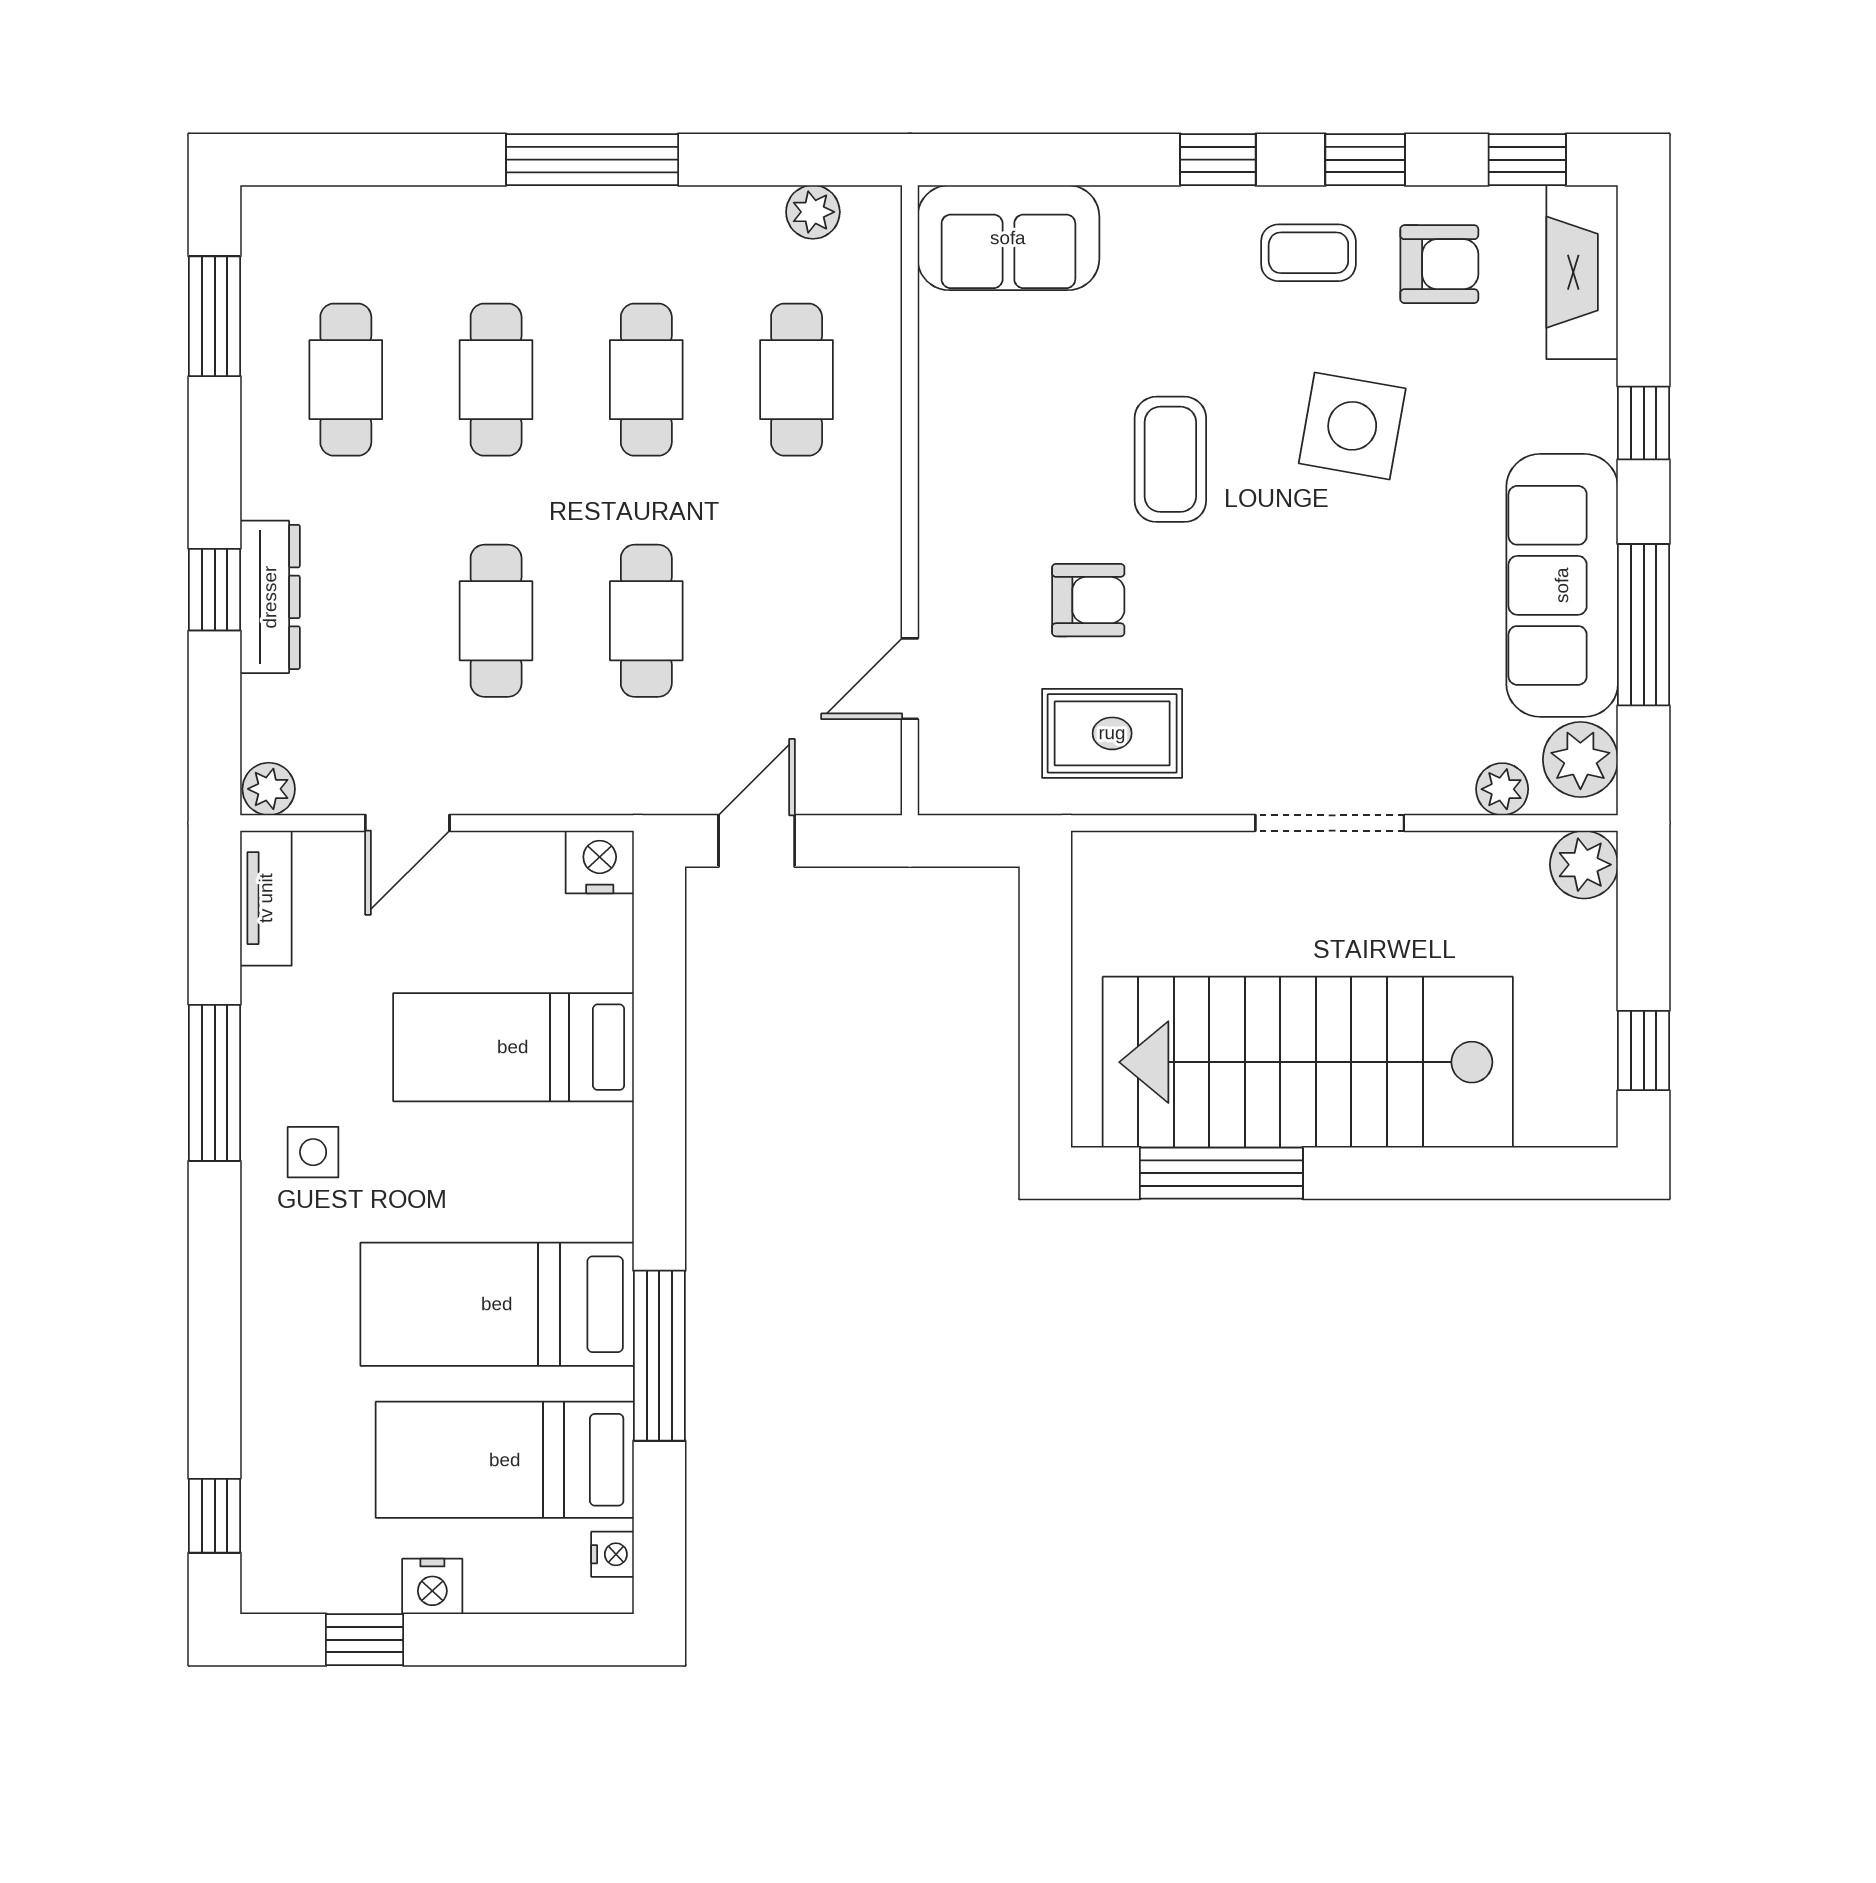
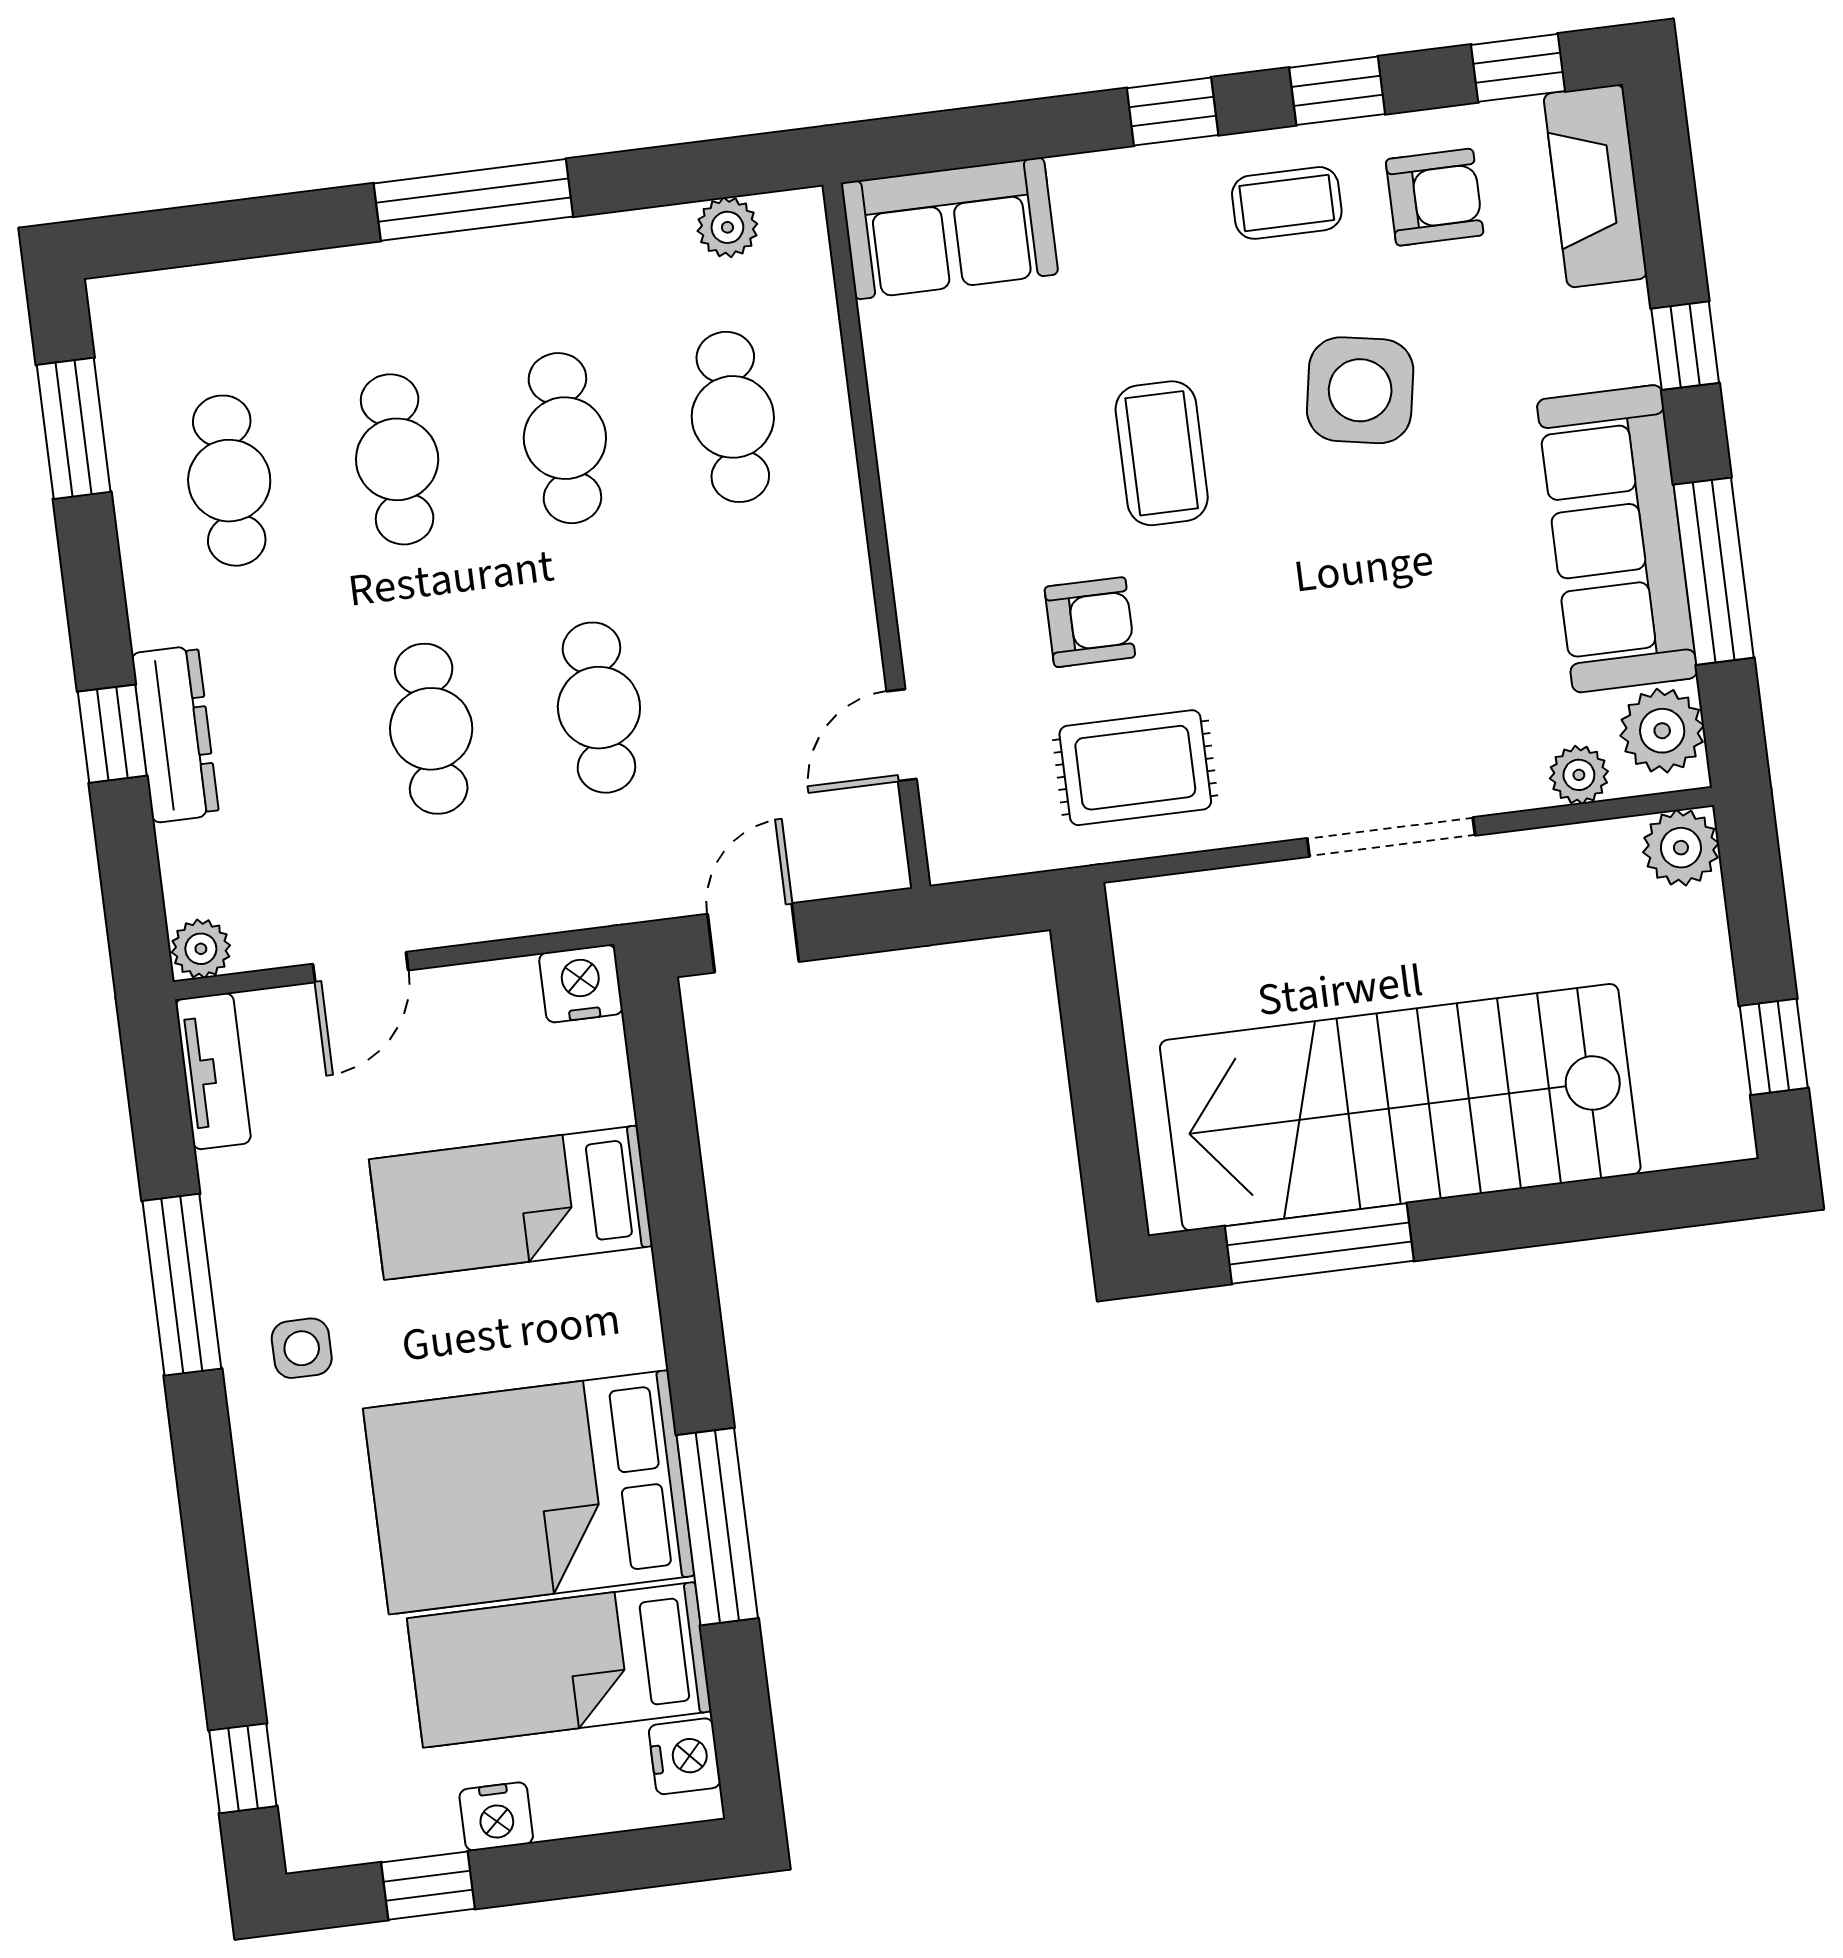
bed: (497, 1304) -> (529, 1492), width x1.50
nightstand: (613, 1554) -> (685, 1756), width x1.39, depth x1.35

